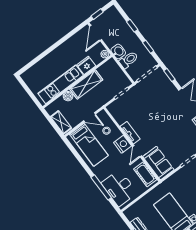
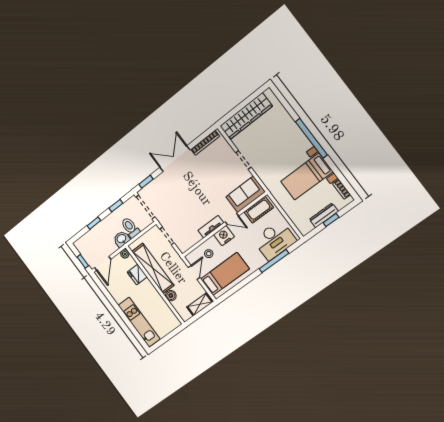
door: (96, 33) -> (103, 263), hinge flipped
kitchen unit: (61, 84) -> (139, 322), moved, turned 180
shelving: (86, 84) -> (153, 268), width x1.47

